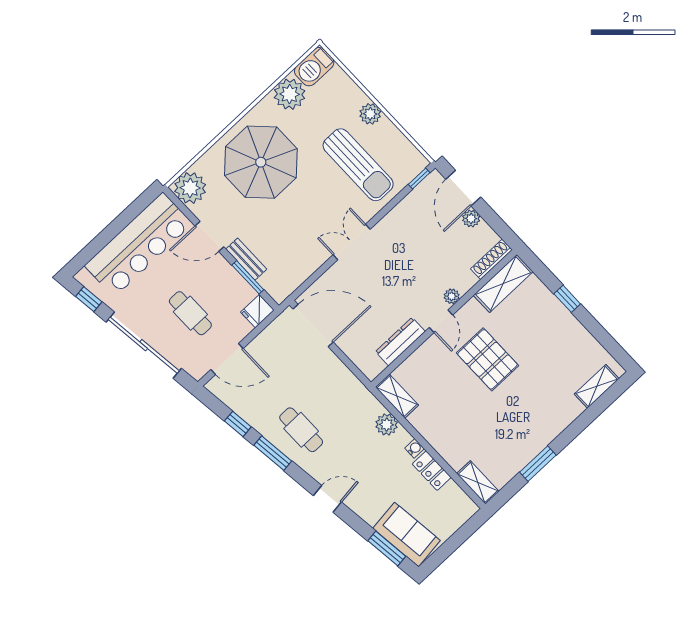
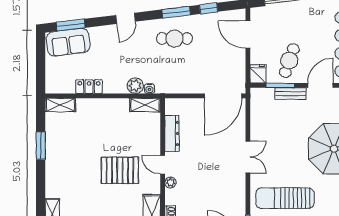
cafe table: (190, 313) -> (289, 61), moved, turned -71
door: (227, 359) -> (248, 35), hinge flipped
water cooler: (415, 448) -> (149, 89), moved

